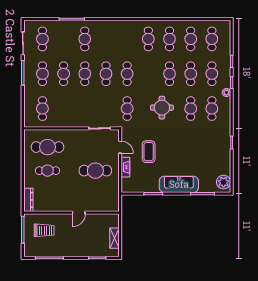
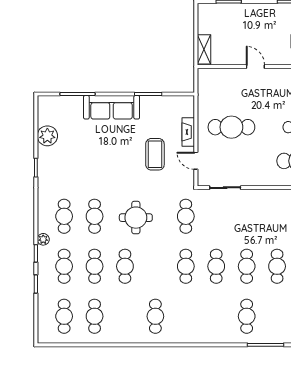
cafe table: (169, 39) -> (125, 316), removed
plant: (224, 182) -> (47, 136), moved
door: (79, 213) -> (255, 67), hinge flipped
shelving: (115, 238) -> (204, 49), moved

